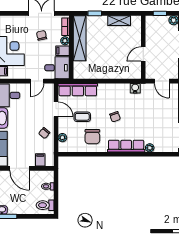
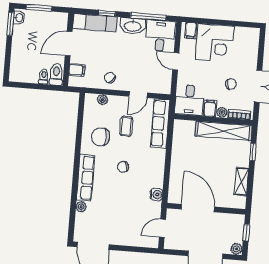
door: (143, 54) -> (198, 208), width x1.88
door: (37, 81) -> (176, 61), moved
toilet: (45, 205) -> (56, 74), moved

